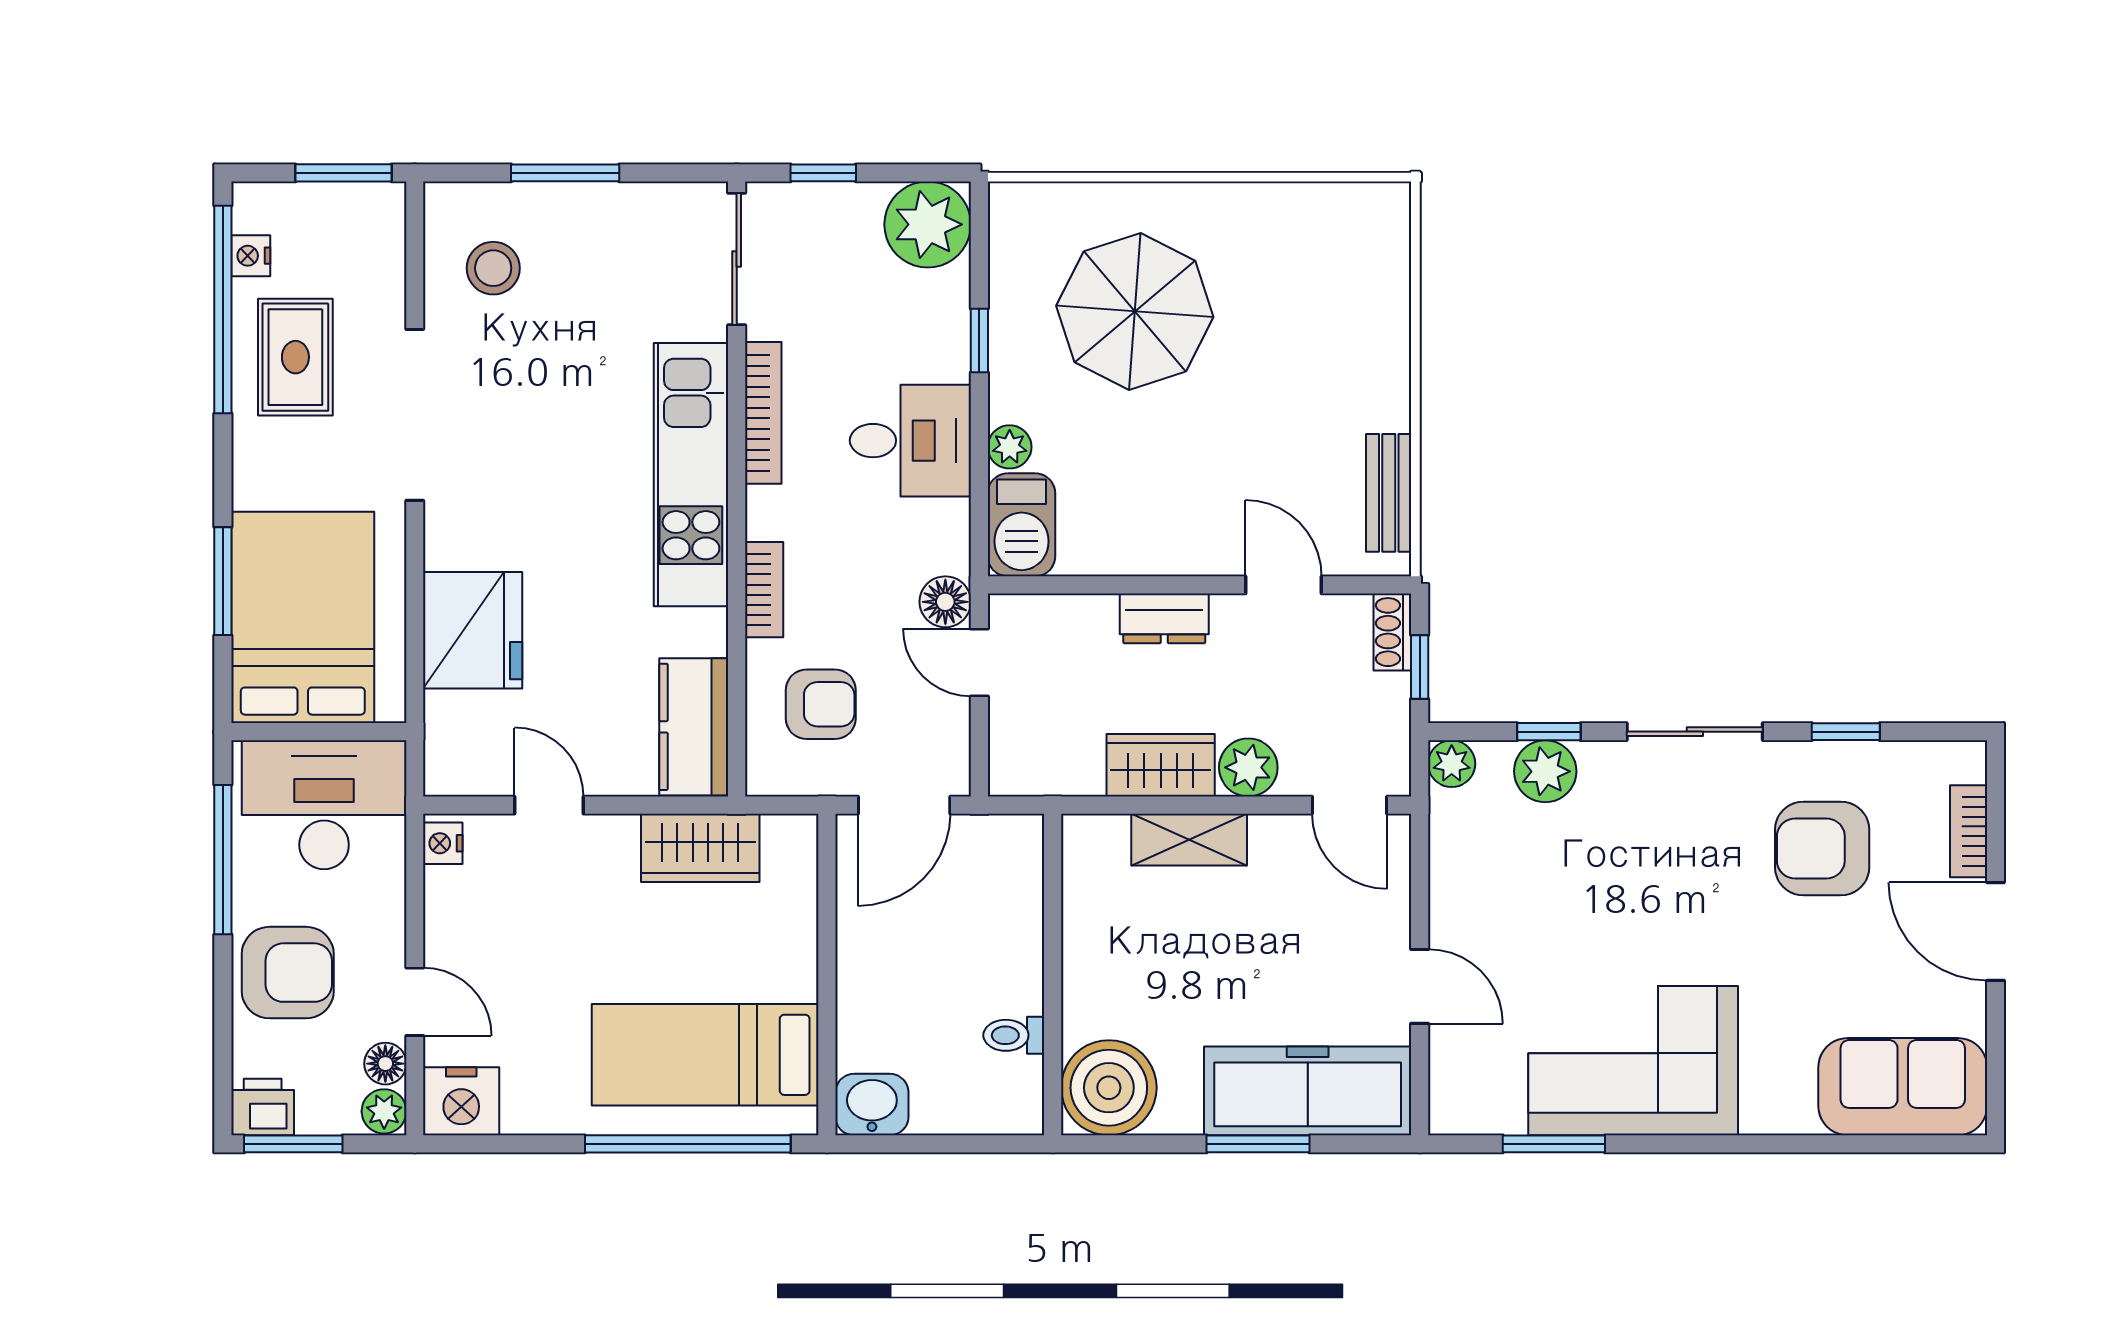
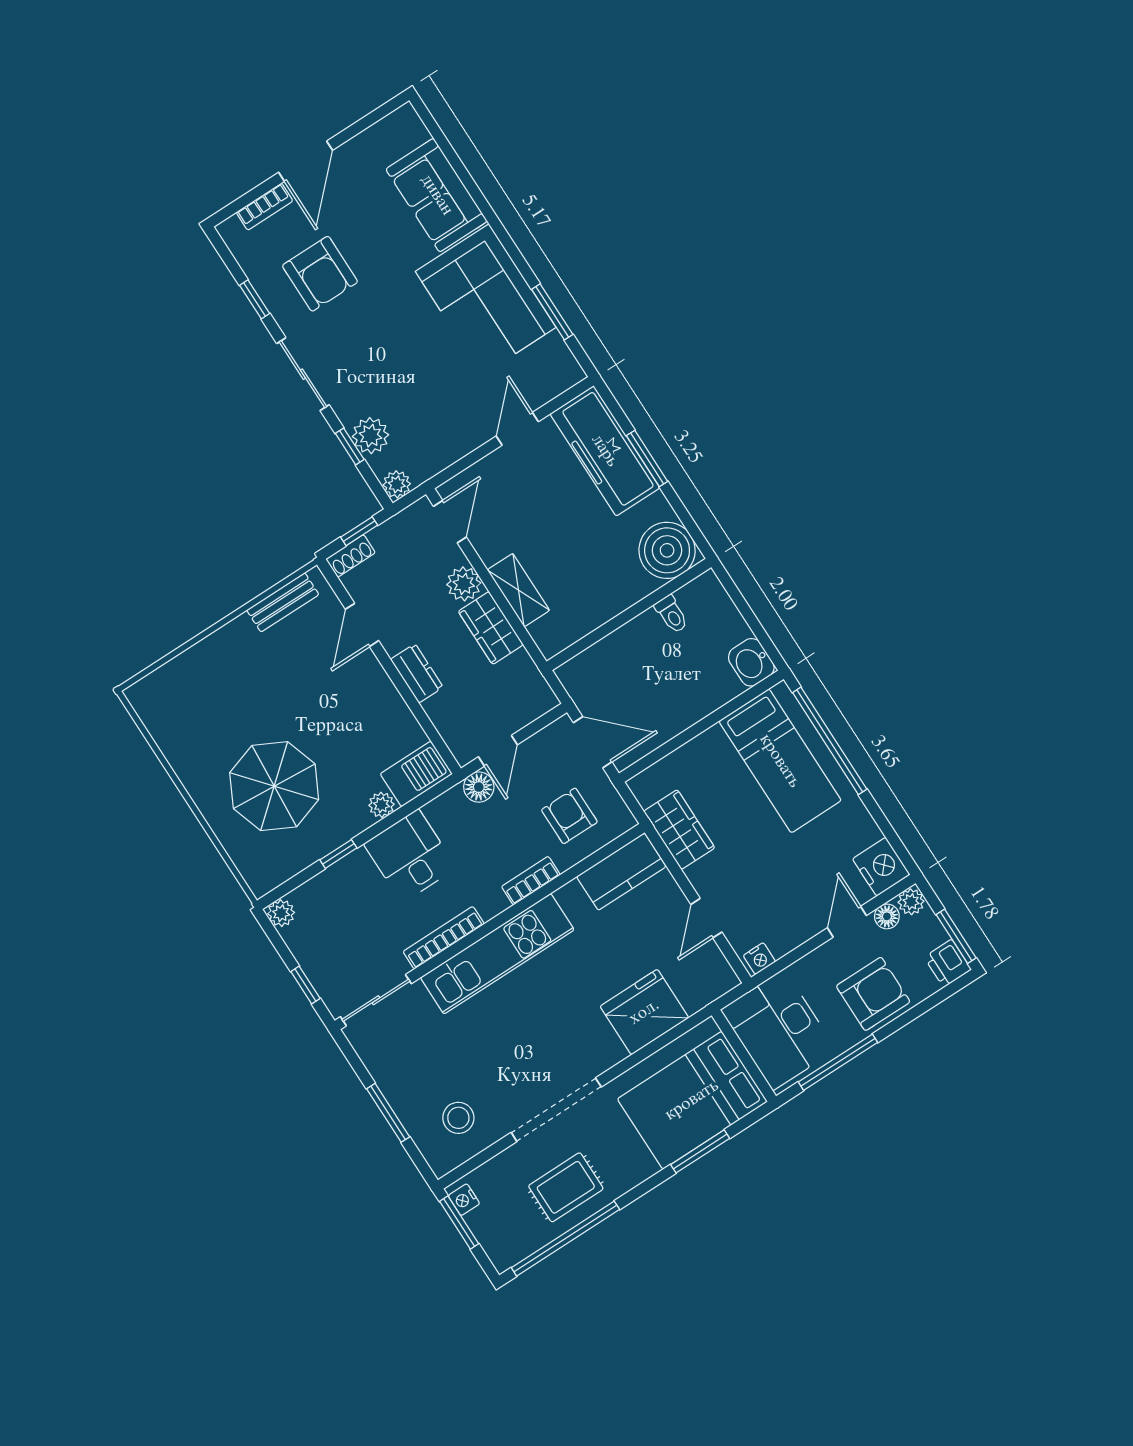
plant: (928, 224) -> (281, 913), width x0.53, depth x0.53
nightstand: (251, 256) -> (464, 1200), moved, turned 90
armchair: (288, 973) -> (873, 994), turned 90
sofa: (1903, 1087) -> (437, 195), moved

